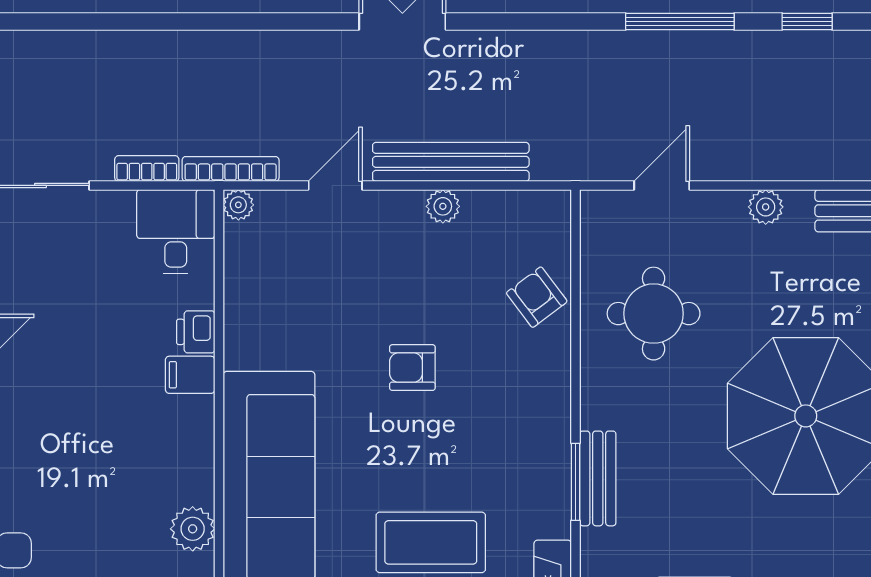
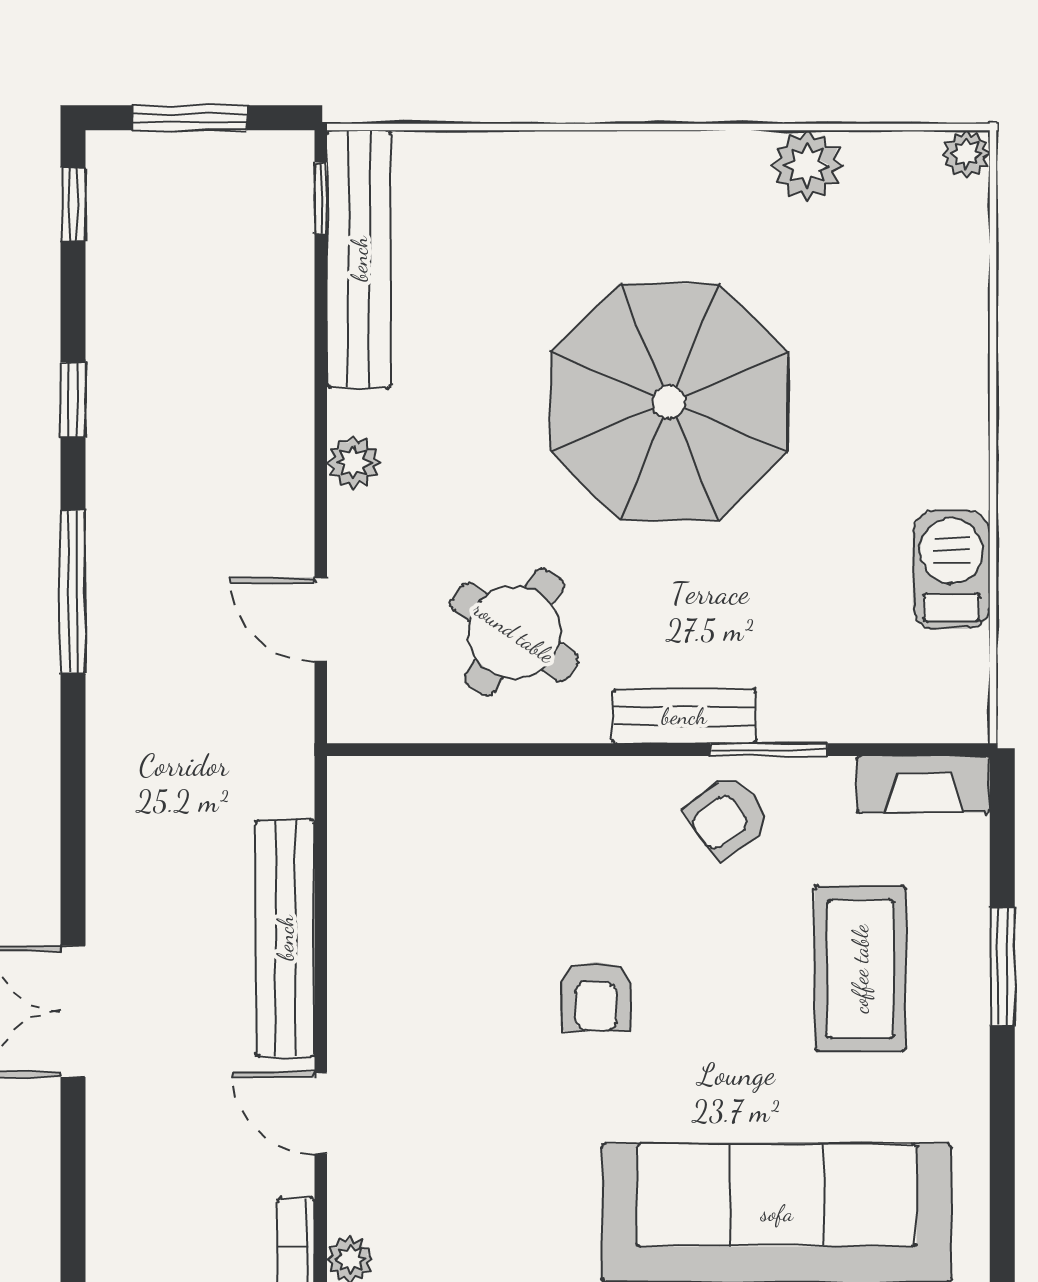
plant: (443, 206) -> (352, 950), removed
armchair: (537, 297) -> (727, 817), moved
round table: (654, 314) -> (514, 632), turned 34
bench: (598, 478) -> (684, 716), moved

